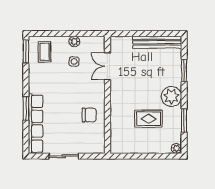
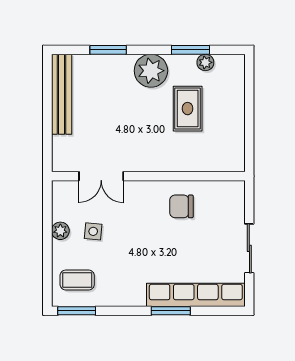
chair: (89, 115) -> (181, 206), turned -90
plant: (176, 148) -> (205, 62), moved

